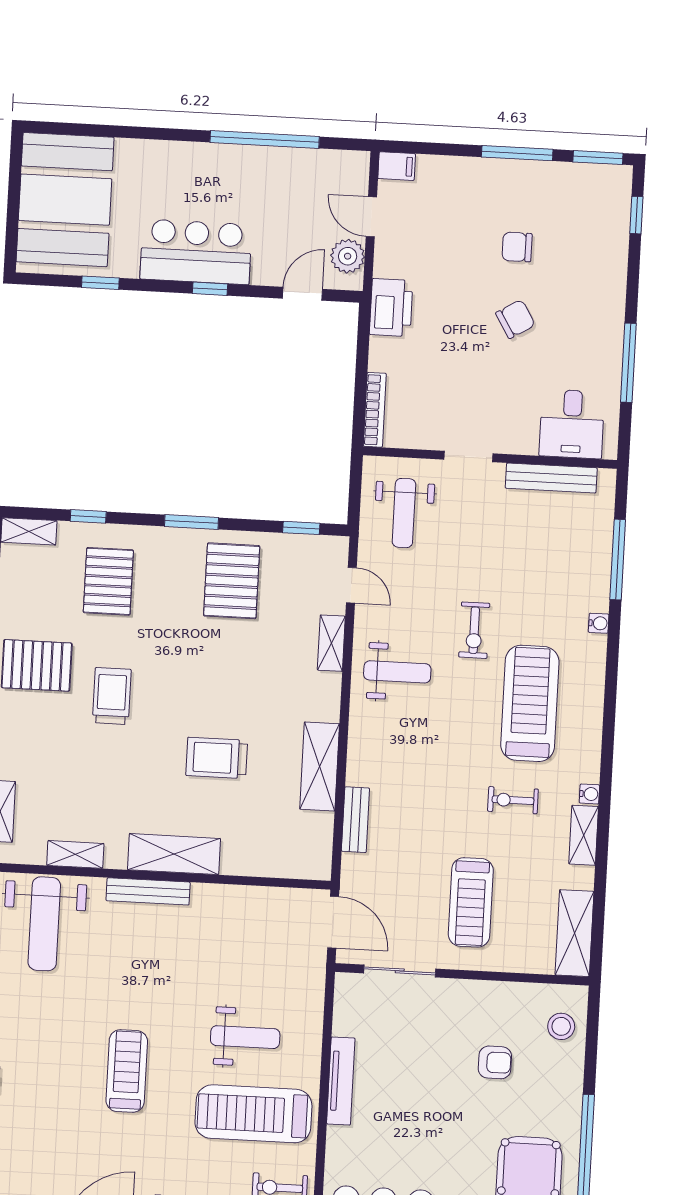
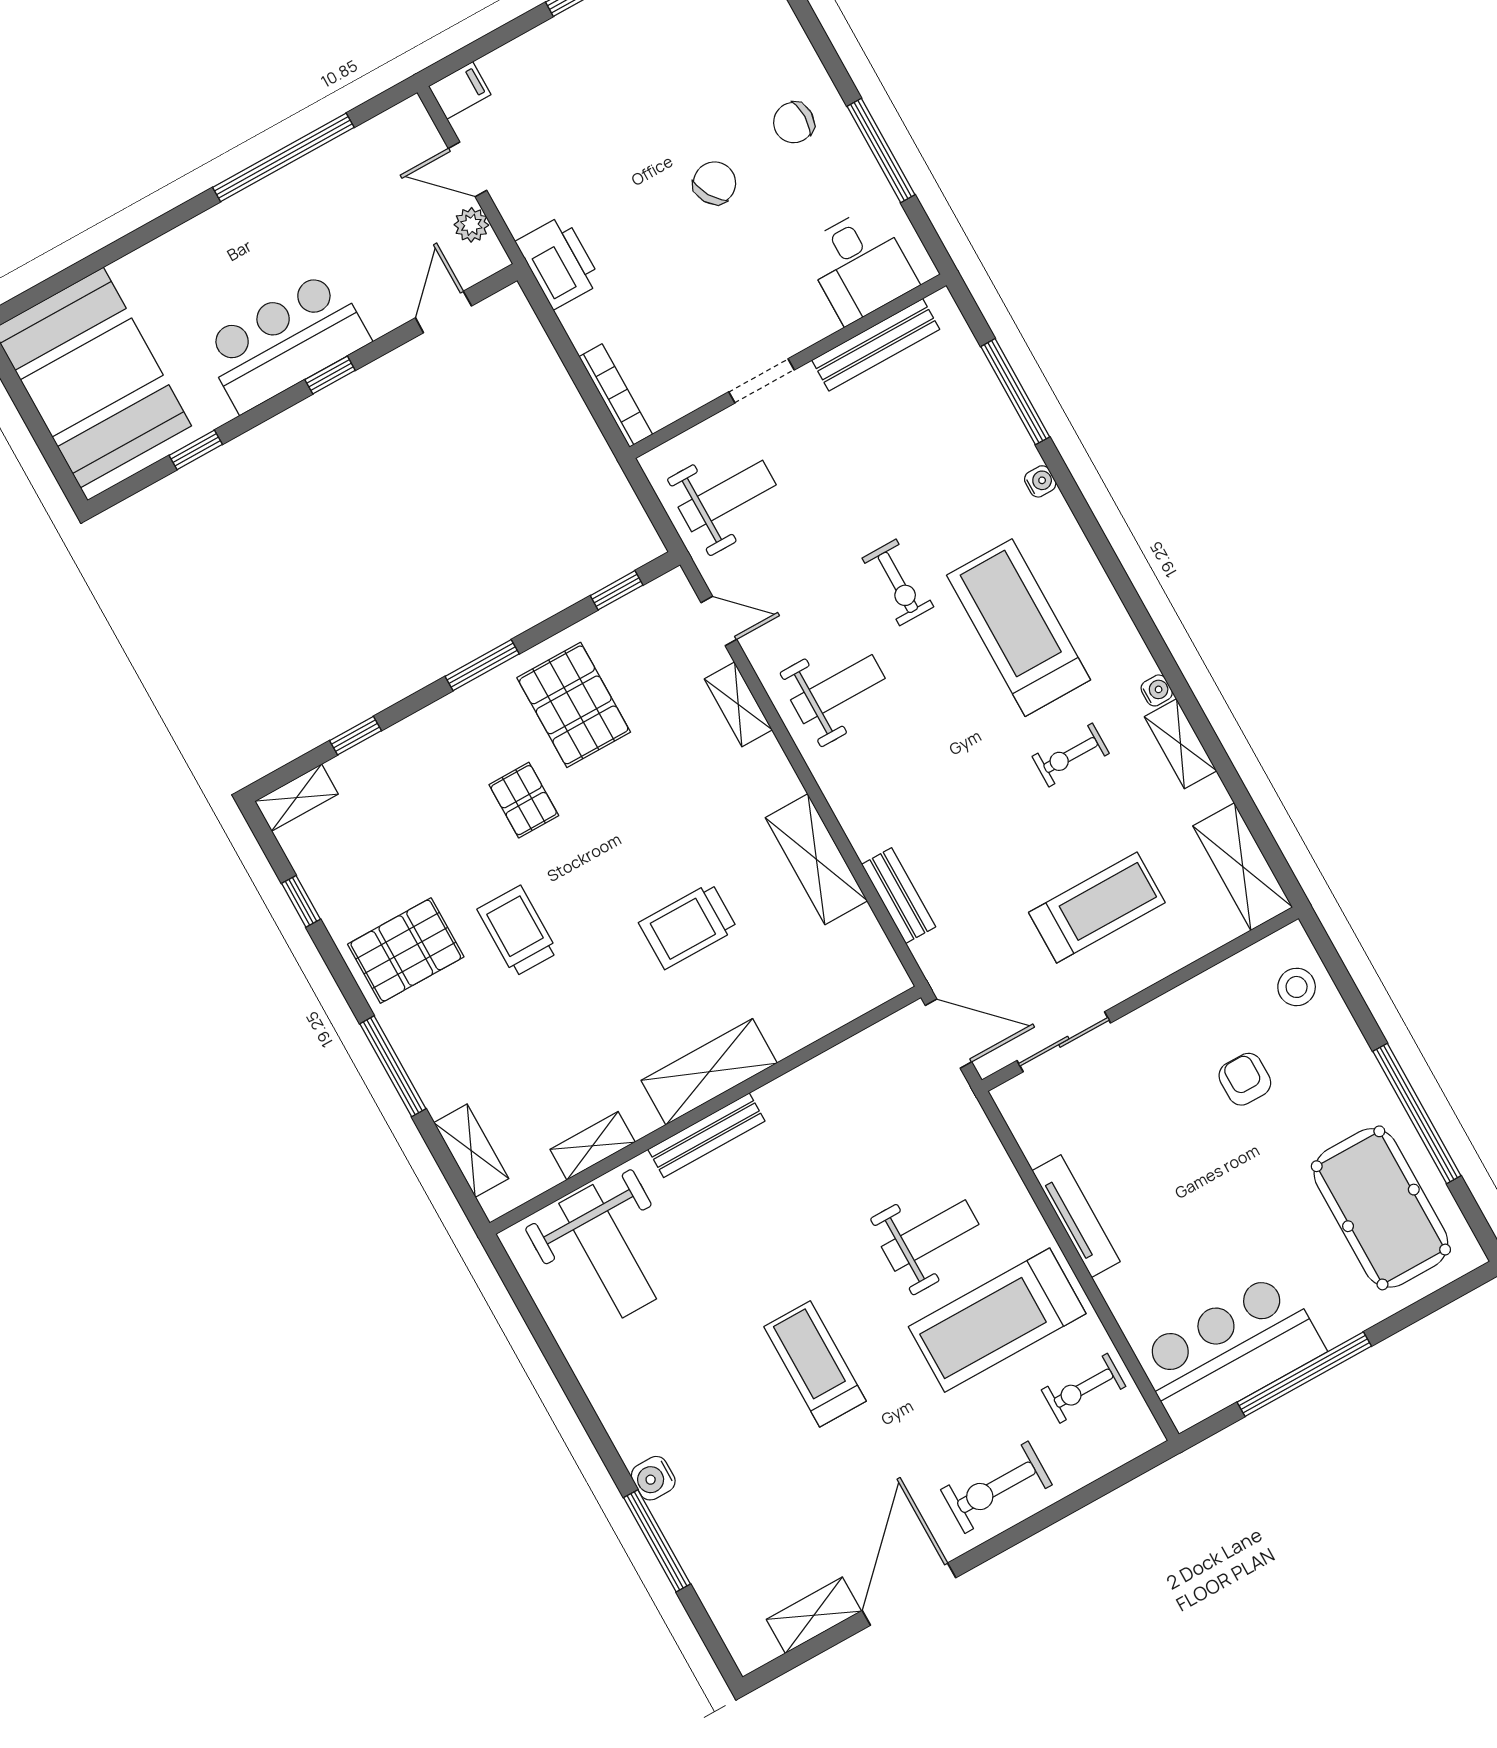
chair: (517, 247) -> (794, 123), moved
plant: (348, 256) -> (471, 225), width x0.73, depth x0.73
weight bench: (404, 513) -> (727, 496), turned -90
pallet: (108, 581) -> (524, 800), moved, width x0.67, depth x0.71
treadmill: (471, 902) -> (1097, 908), turned -90
armchair: (495, 1062) -> (1245, 1079), turned -90

